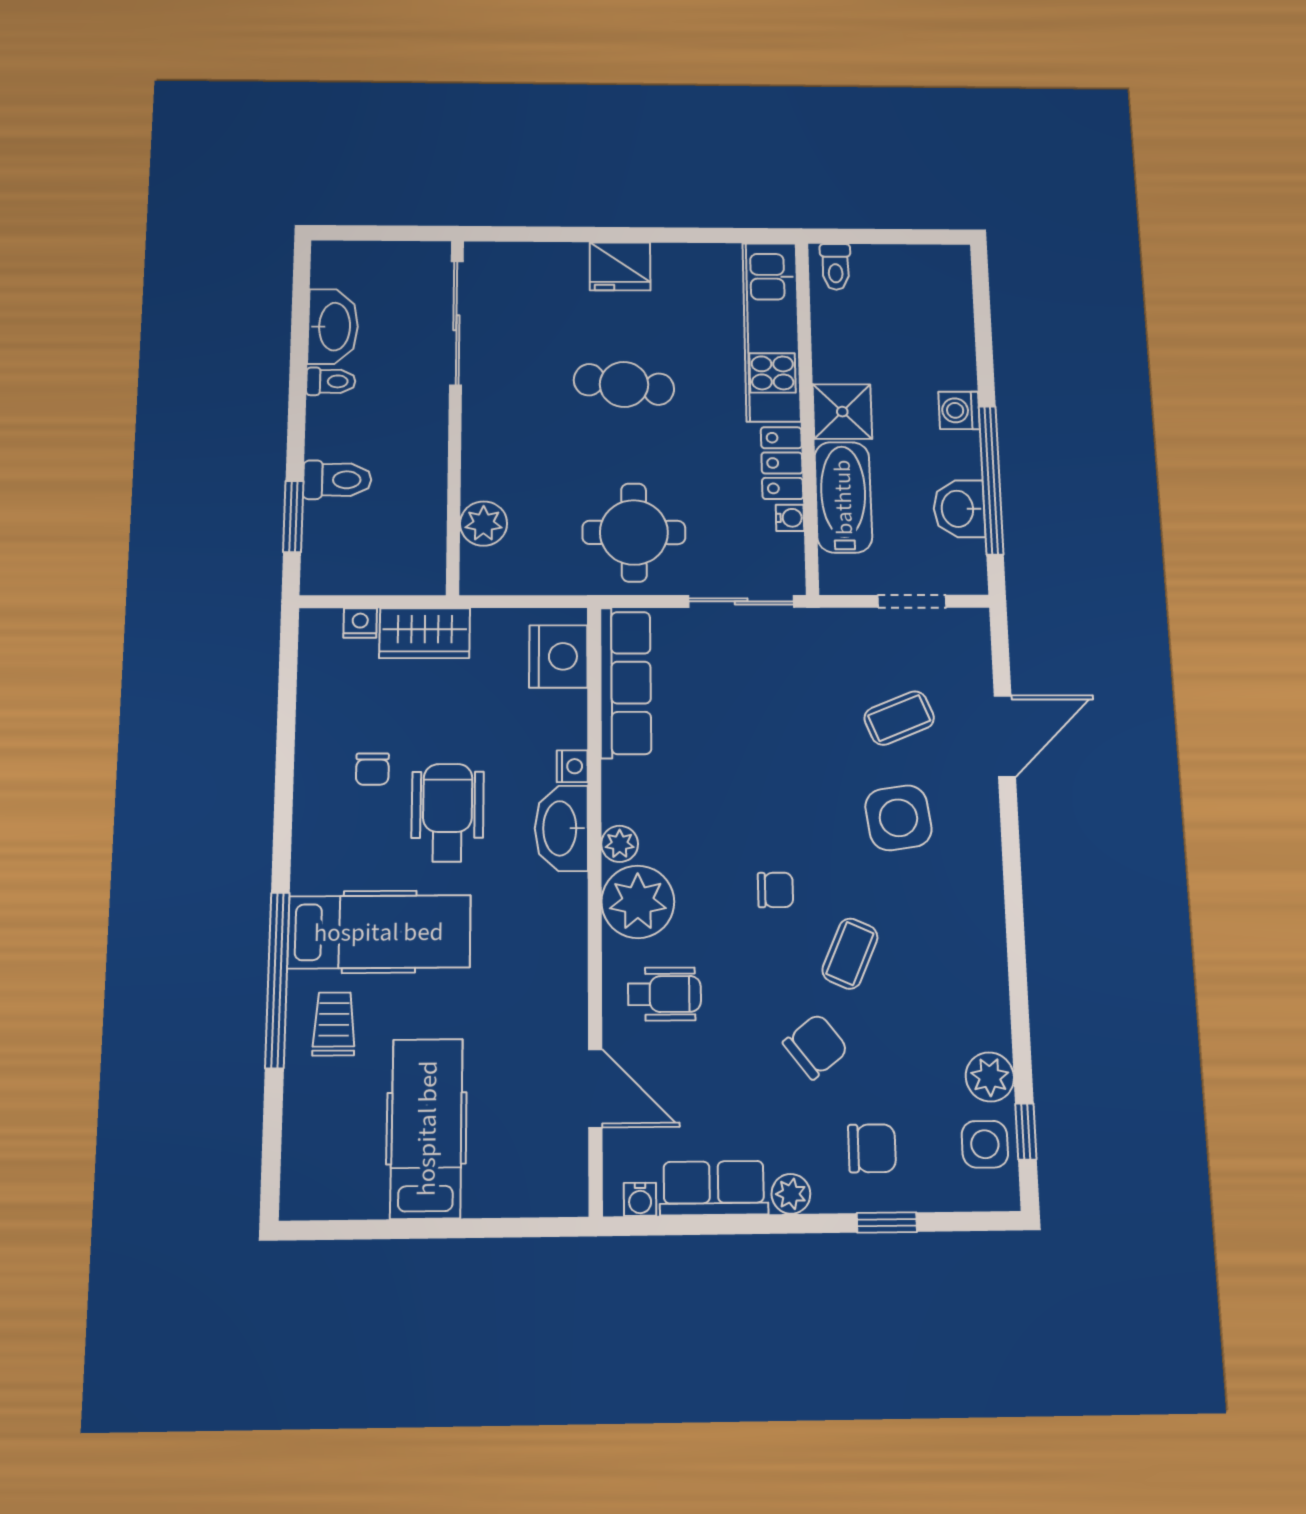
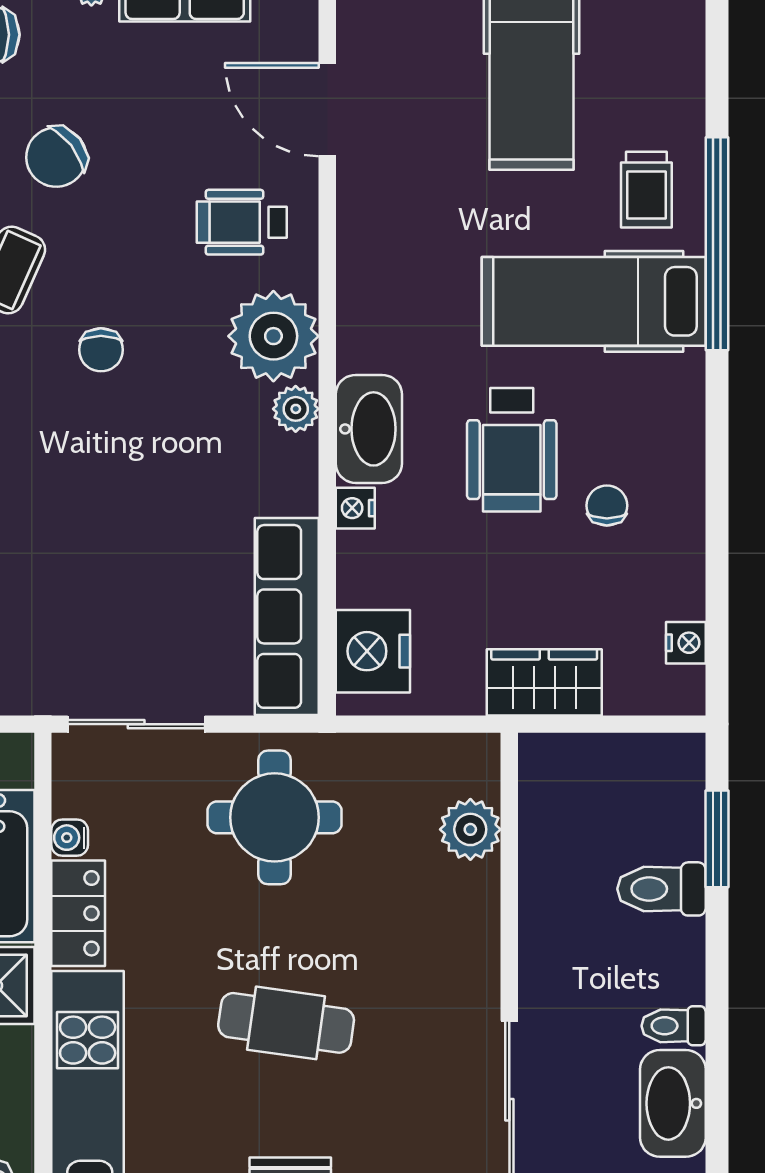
nightstand: (360, 623) -> (686, 643), moved, turned -90
chair: (775, 890) -> (101, 350), turned -90

